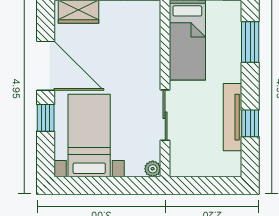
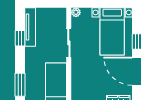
tv unit: (233, 117) -> (30, 27), moved

